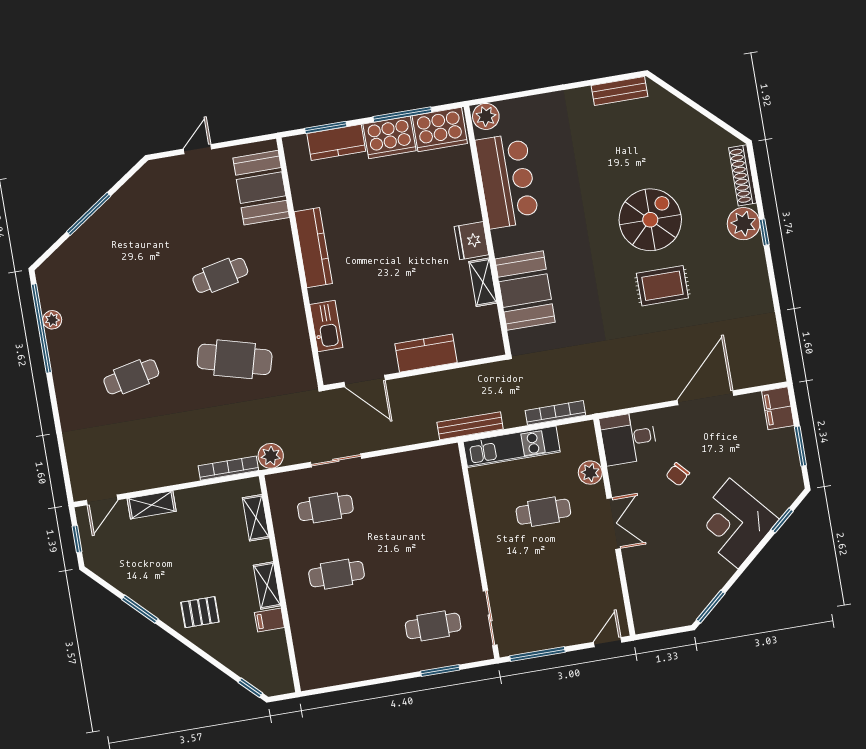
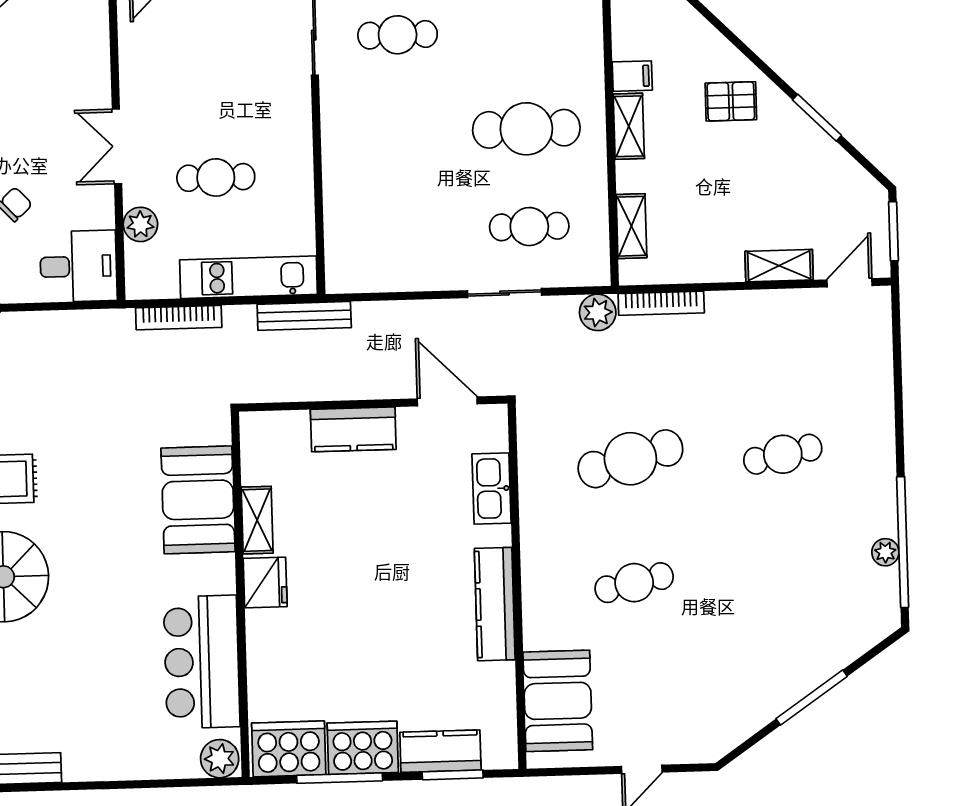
cafe table: (235, 359) -> (630, 459), turned -30
window: (77, 539) -> (893, 231), width x1.50
cafe table: (337, 574) -> (526, 129), width x1.37, depth x1.35

